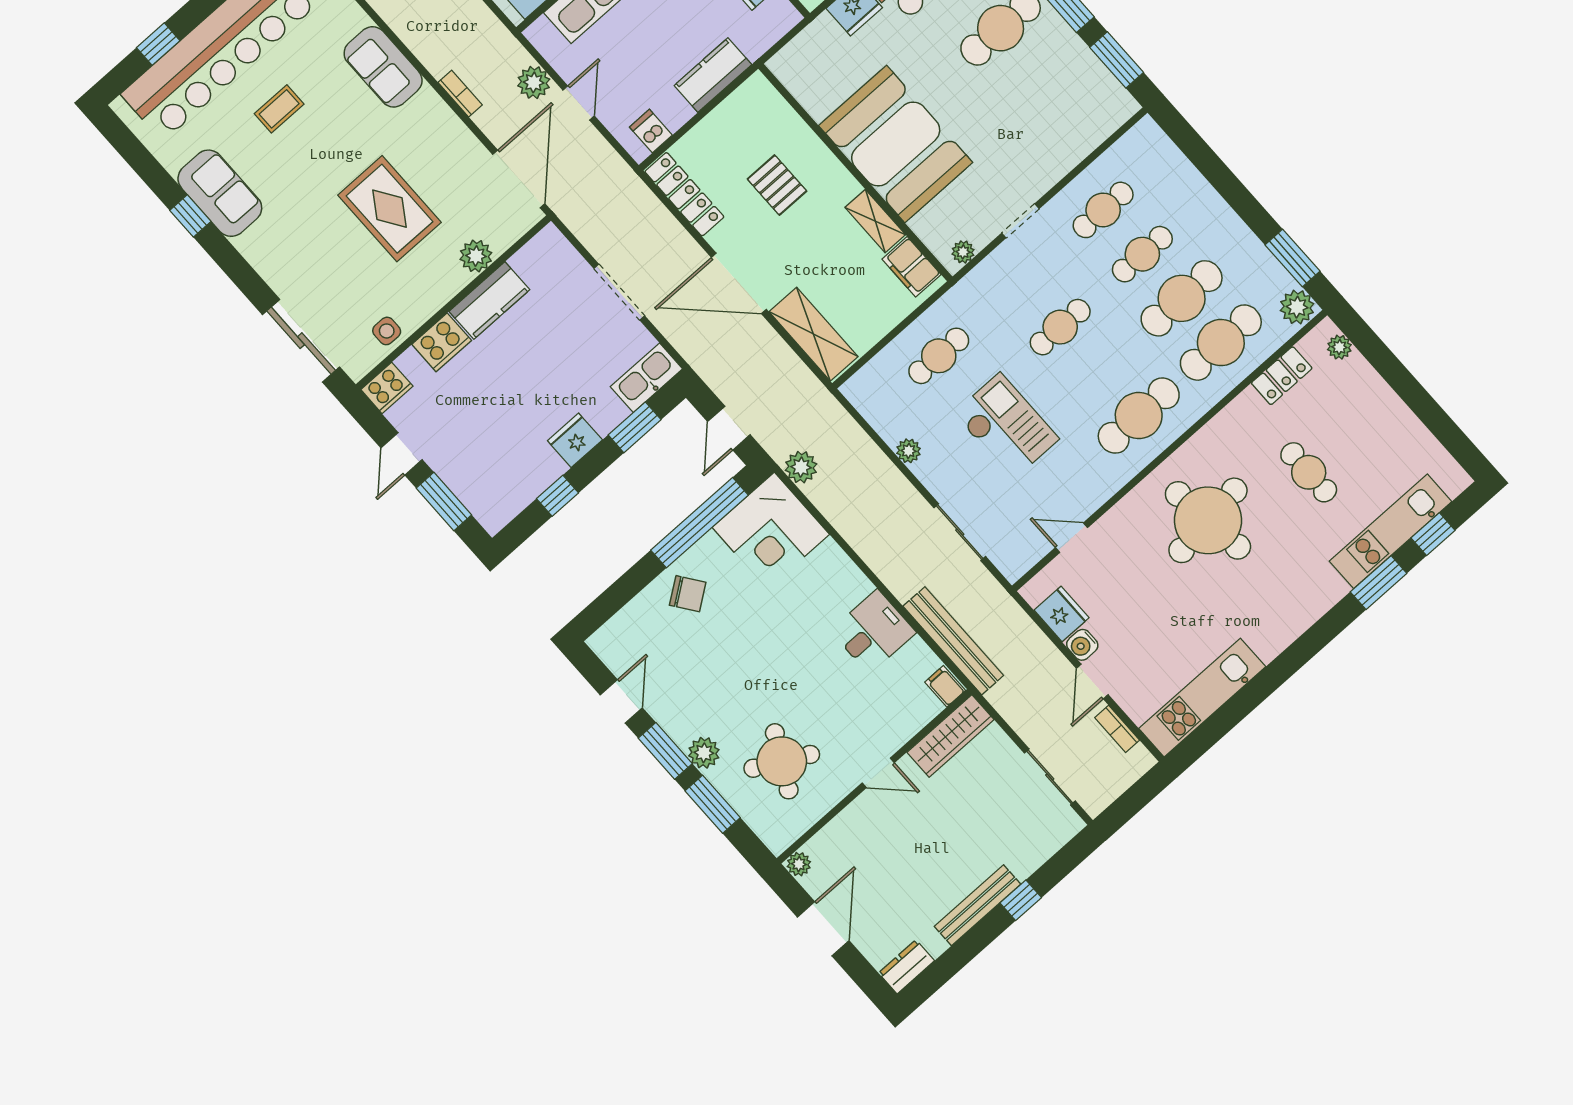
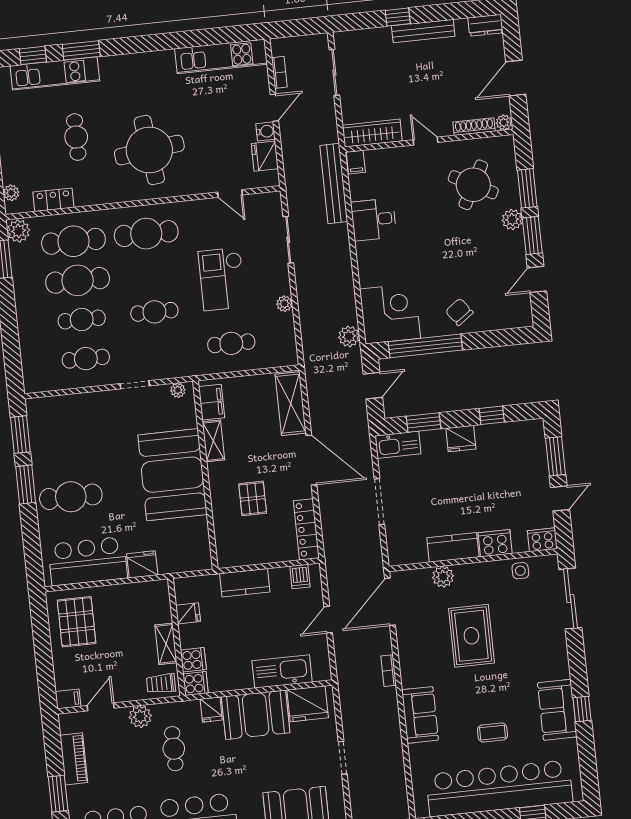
plant: (534, 82) -> (345, 648), removed
shoe rack: (832, 833) -> (474, 127), added

